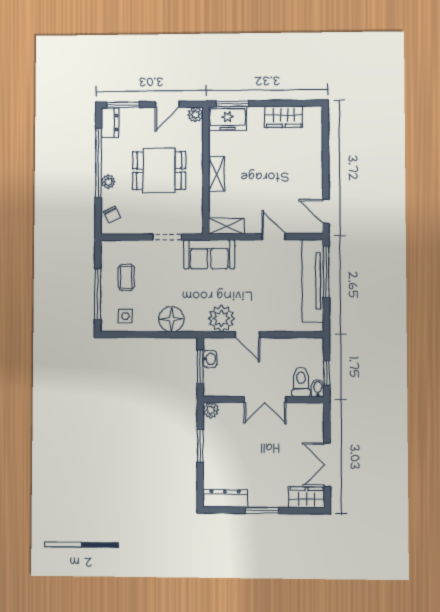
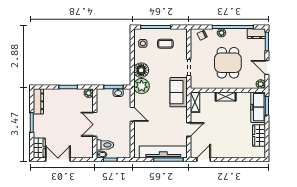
freezer: (227, 119) -> (258, 107), width x1.40
plant: (221, 318) -> (141, 86), moved
door: (248, 335) -> (132, 114), swing flipped

